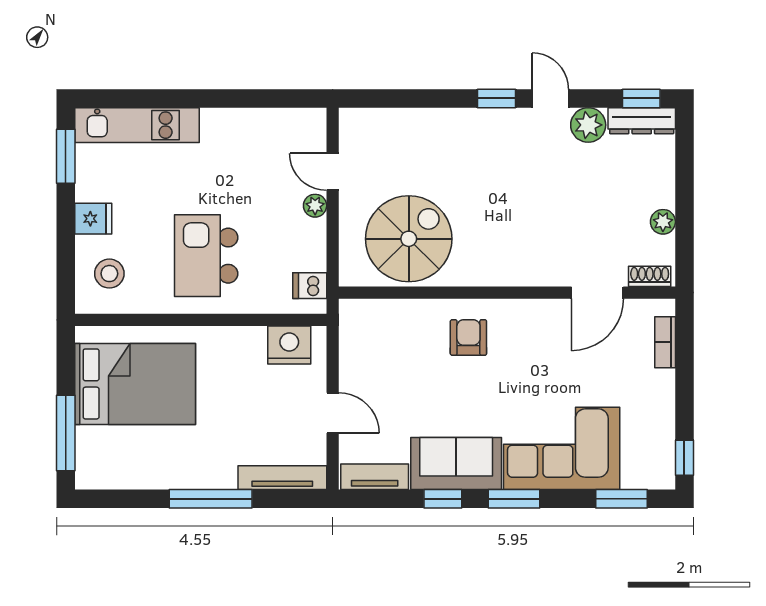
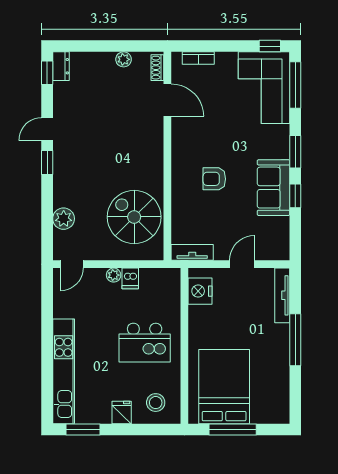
dresser: (642, 121) -> (61, 66), width x0.70
kitchen unit: (137, 125) -> (64, 371), width x1.36
plant: (588, 125) -> (64, 219), moved
door: (333, 172) -> (72, 264), moved
dishwasher: (310, 286) -> (130, 278), moved
armchair: (468, 337) -> (214, 179), moved
window: (66, 433) -> (233, 430), moved
corner sofa: (562, 448) -> (264, 88), moved
tv unit: (375, 477) -> (192, 252), moved, turned 90
window: (622, 499) -> (295, 85), width x1.44

